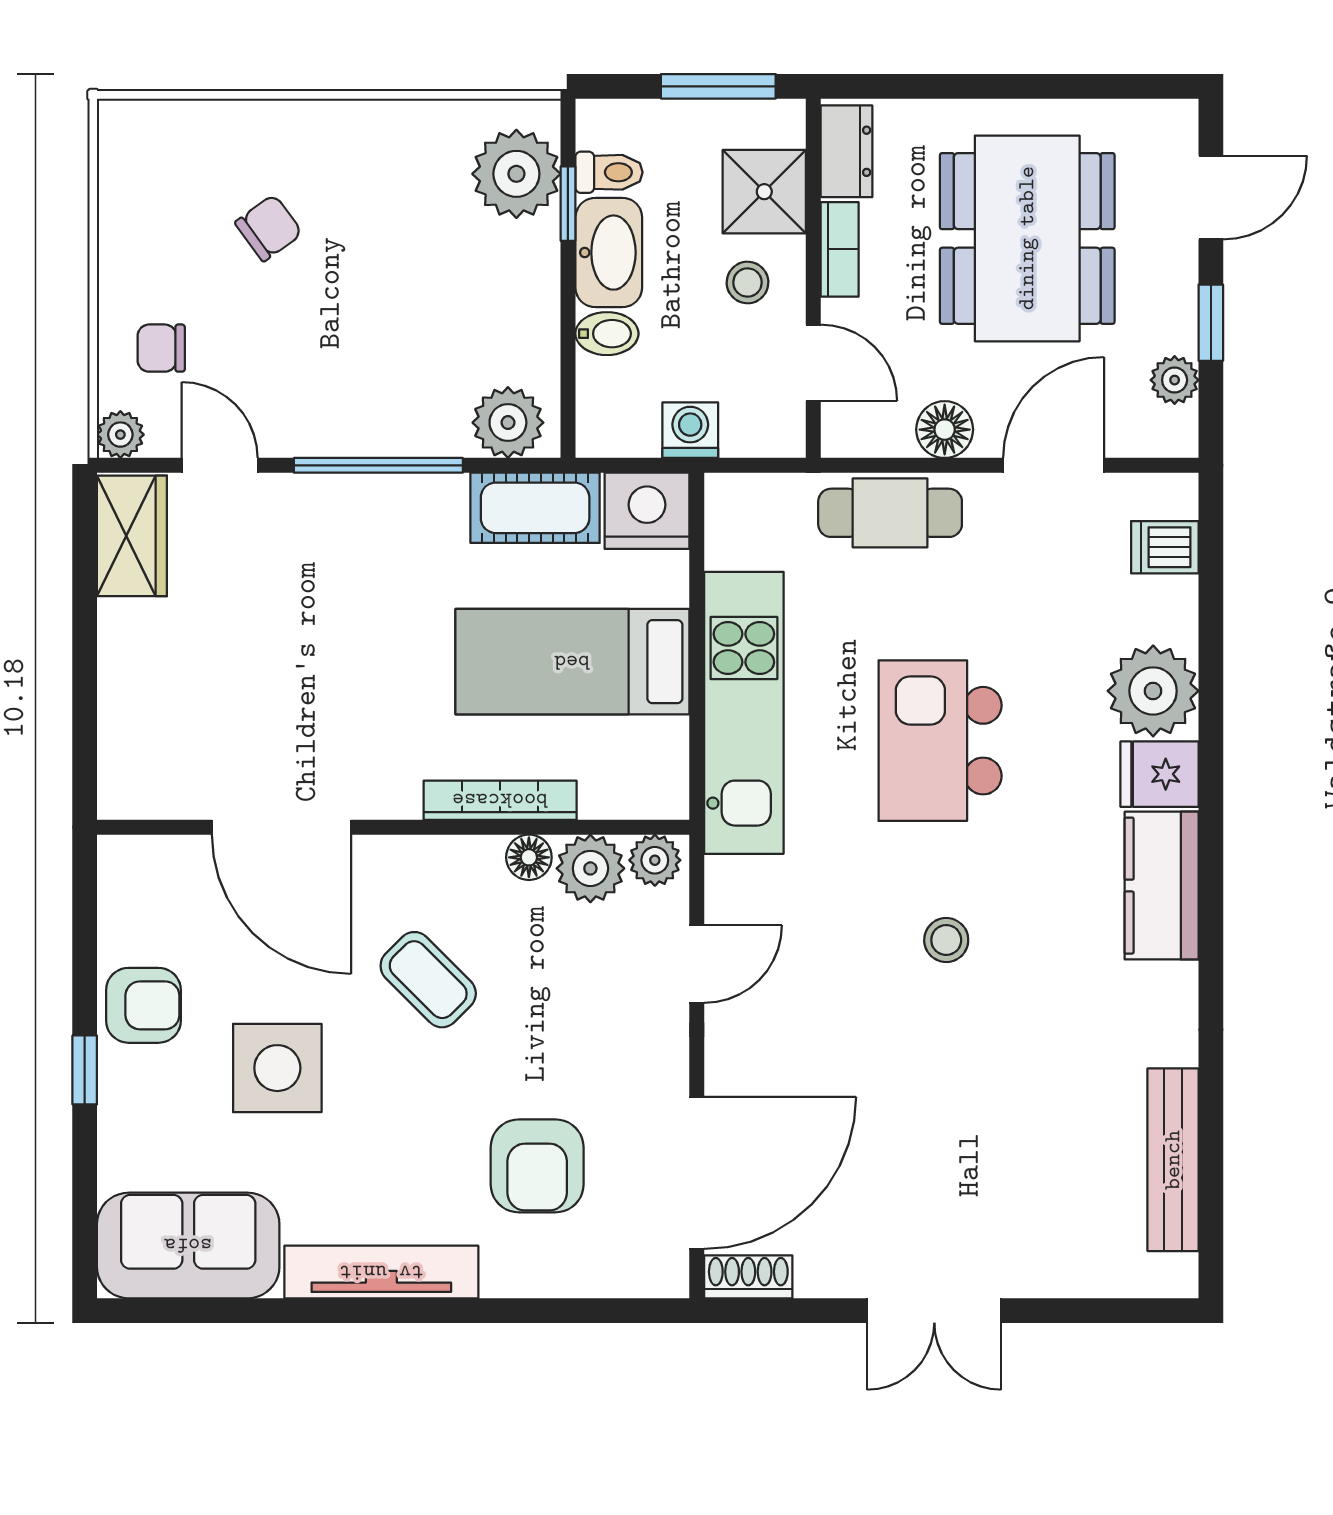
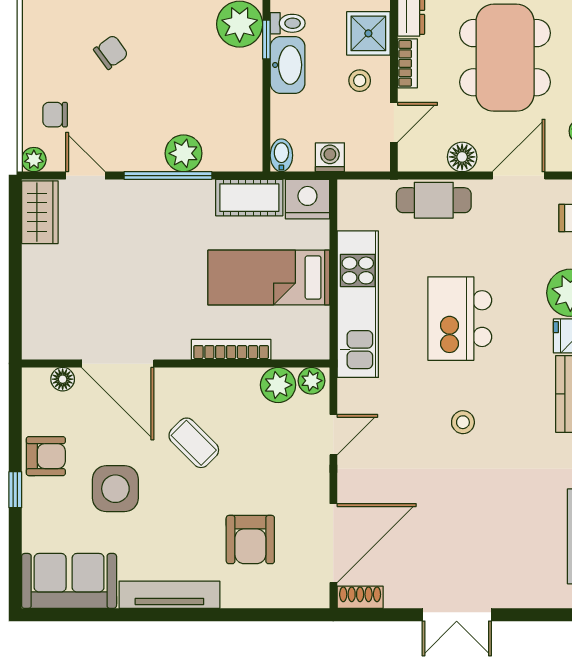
bidet: (607, 334) -> (281, 155), moved, turned -90
door: (813, 363) -> (394, 122), hinge flipped
plant: (508, 423) -> (184, 153), moved
floor lamp: (529, 857) -> (63, 379), moved

